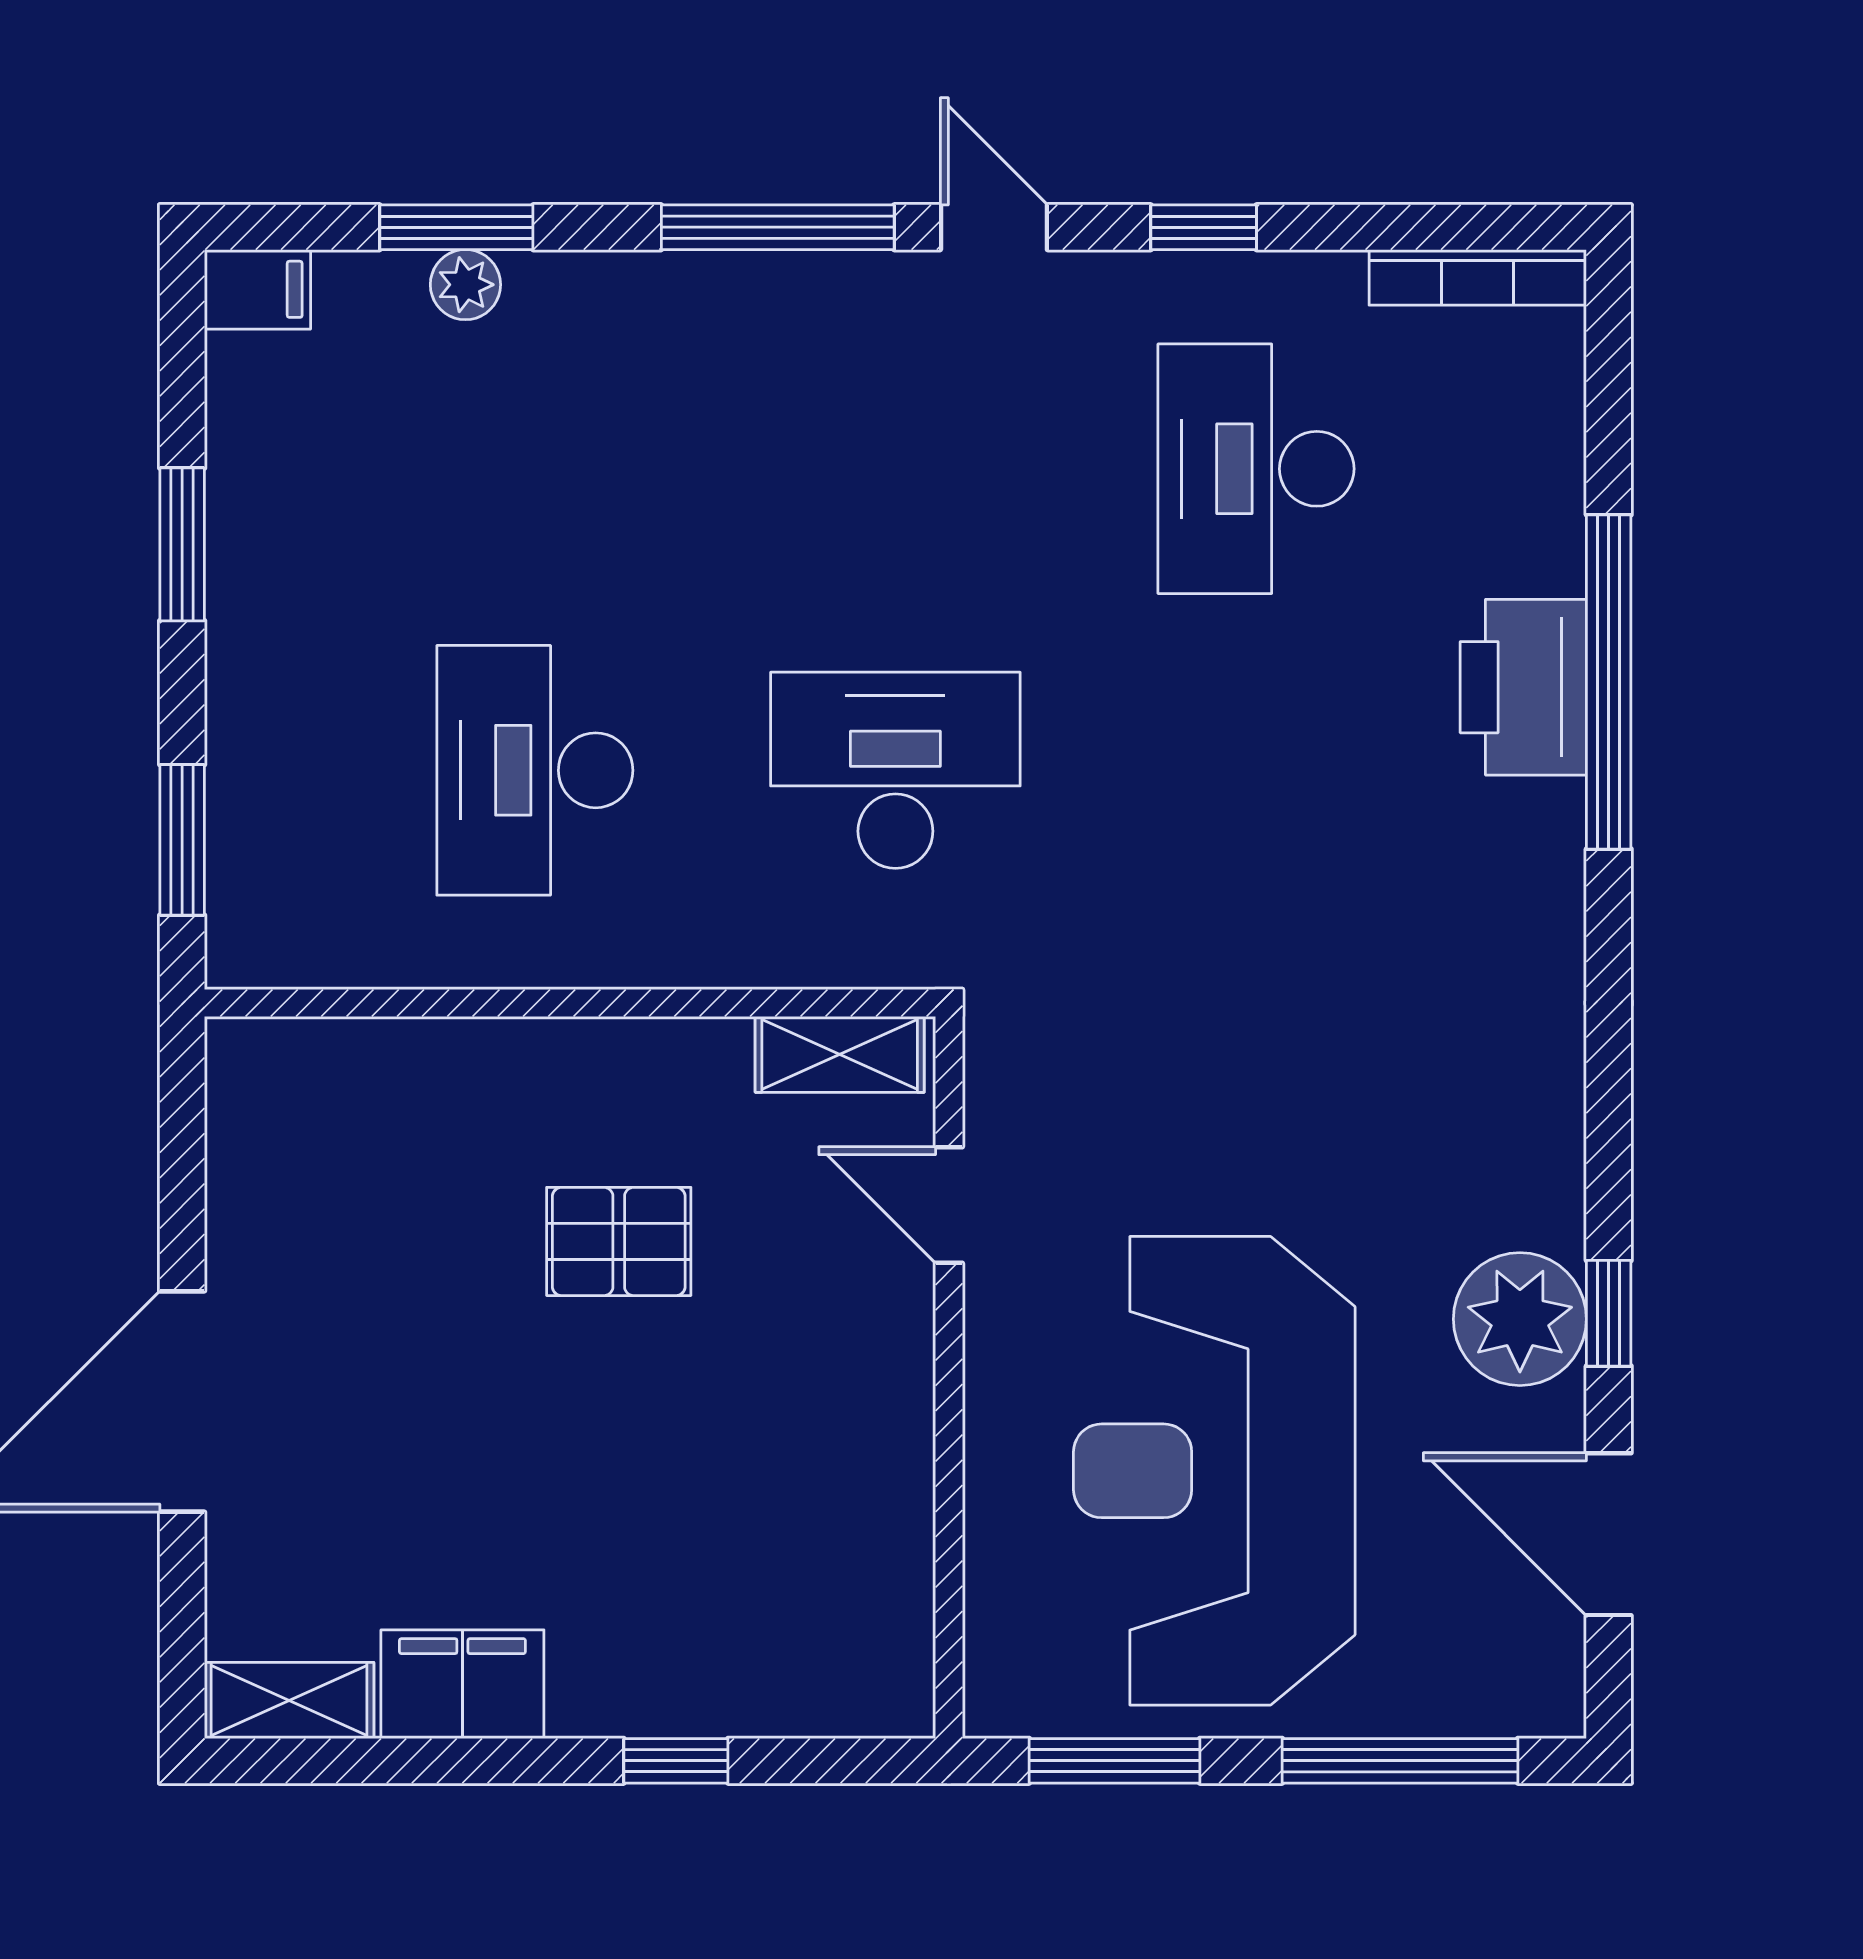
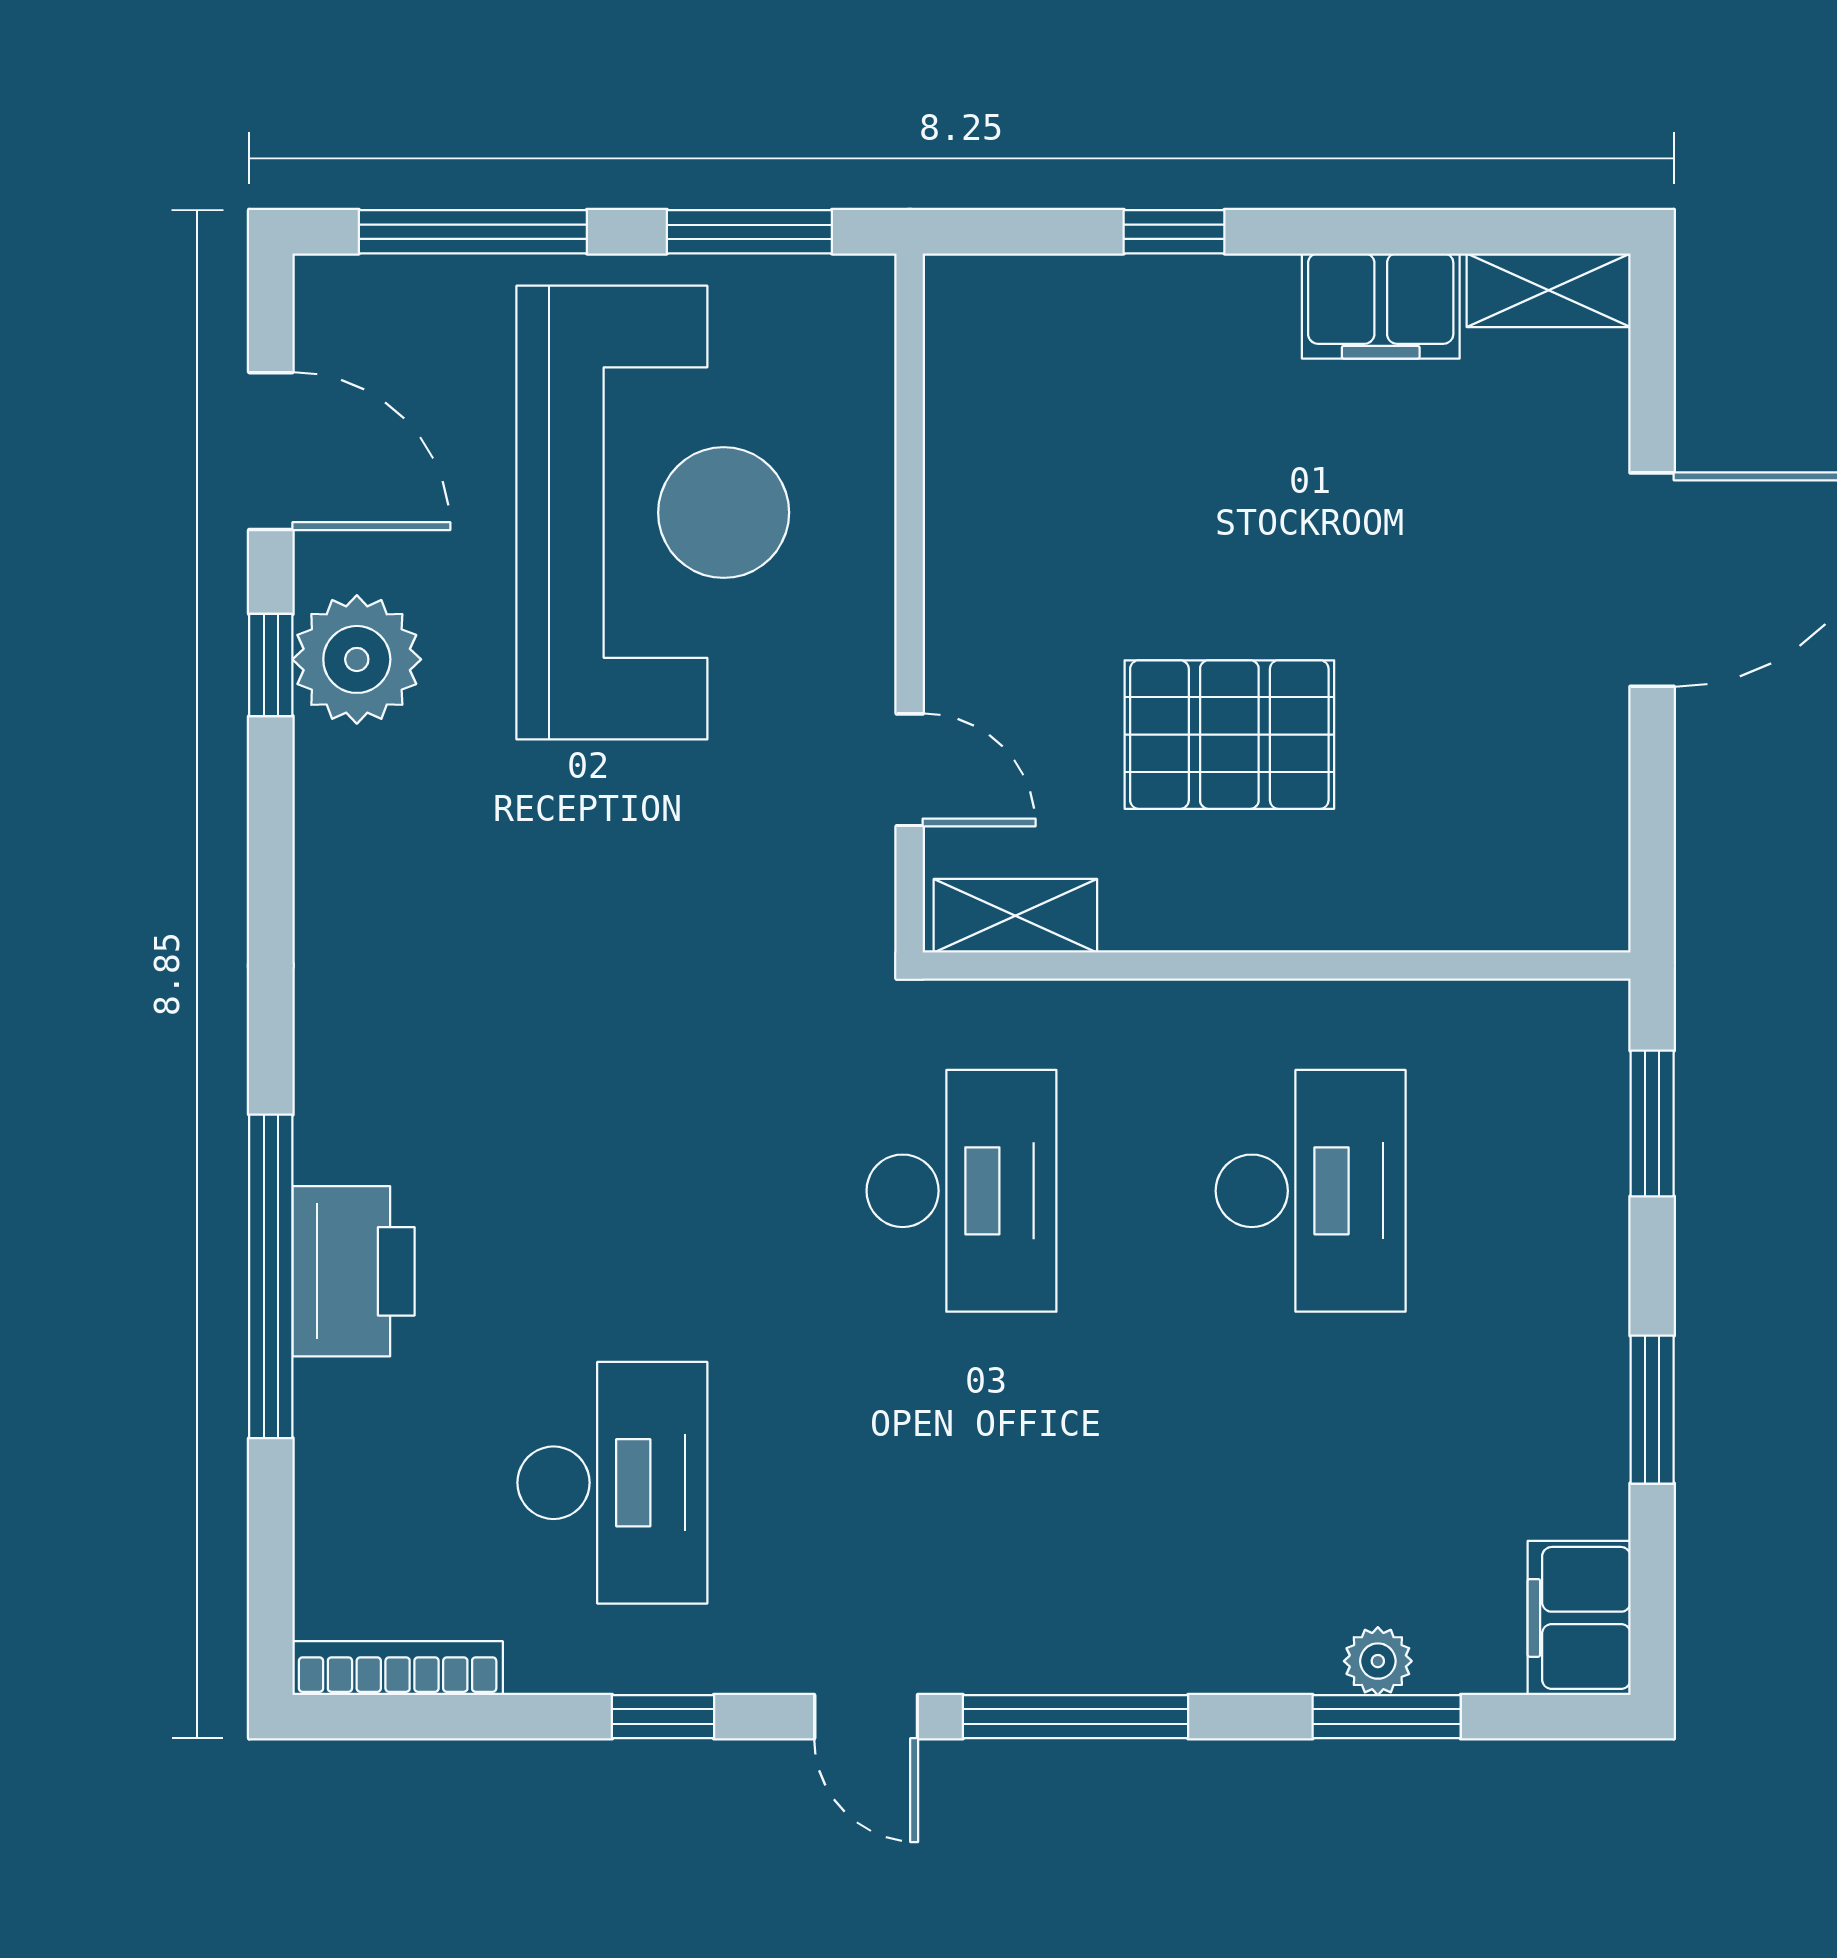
filing cabinet: (258, 289) -> (1579, 1618), width x2.00
desk: (895, 770) -> (961, 1191), turned -90
pallet: (619, 1241) -> (1229, 735), width x1.50, depth x1.42

